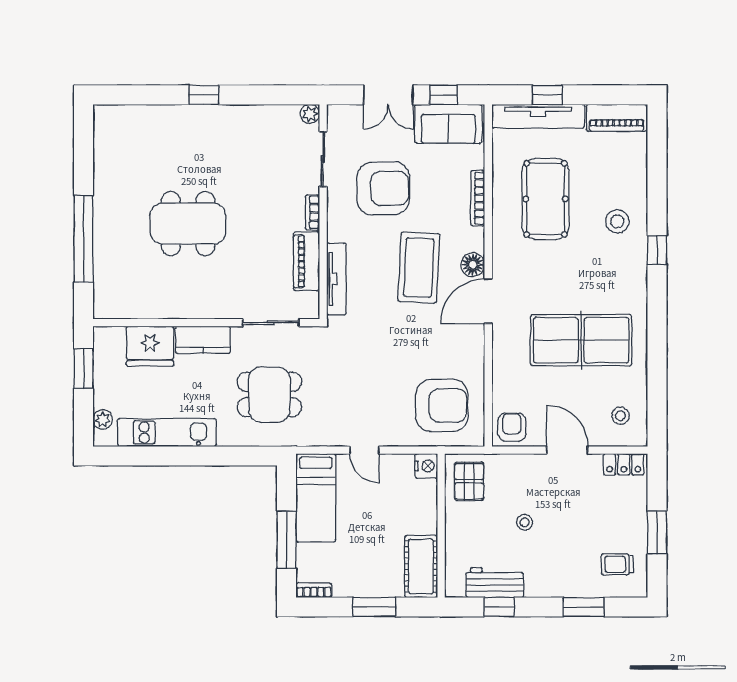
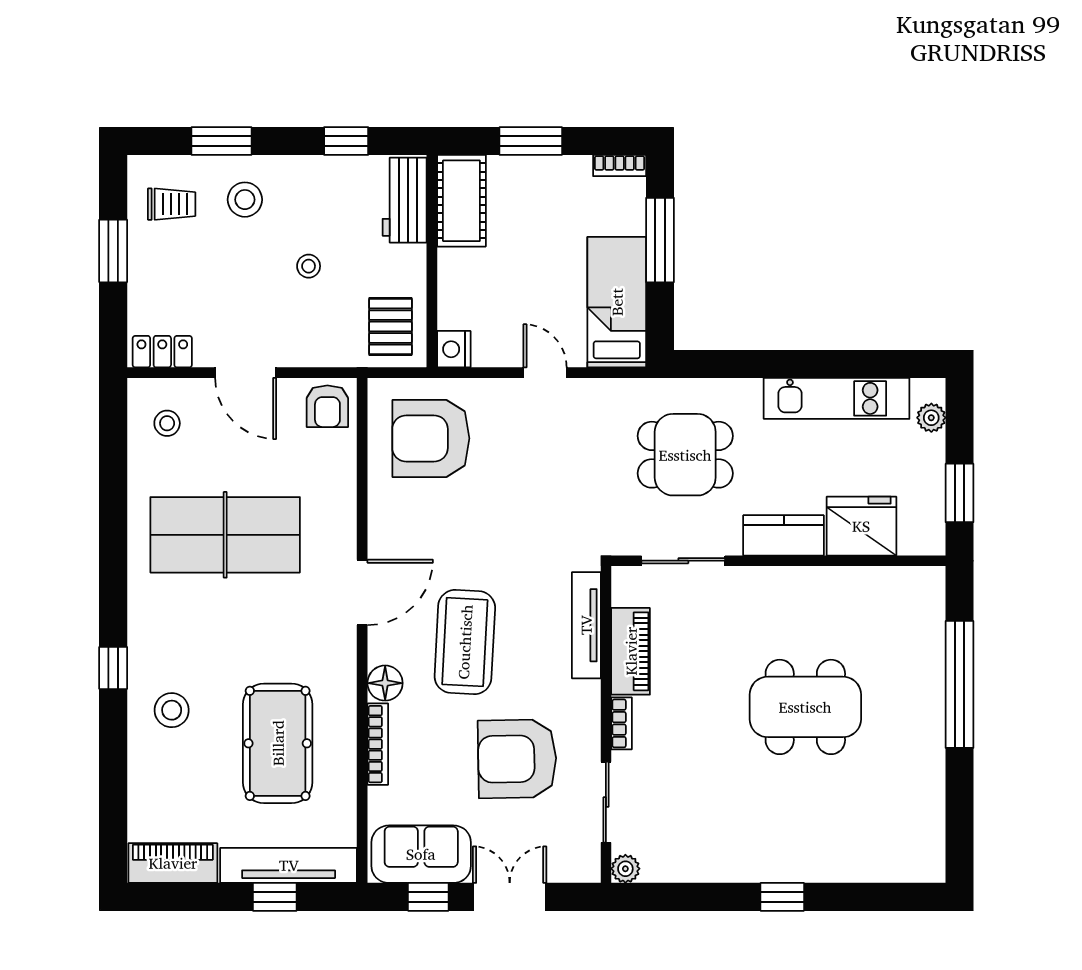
floor lamp: (473, 265) -> (385, 683), moved
stool: (568, 567) -> (245, 200), added
workbench: (495, 583) -> (405, 200), moved, turned 90

